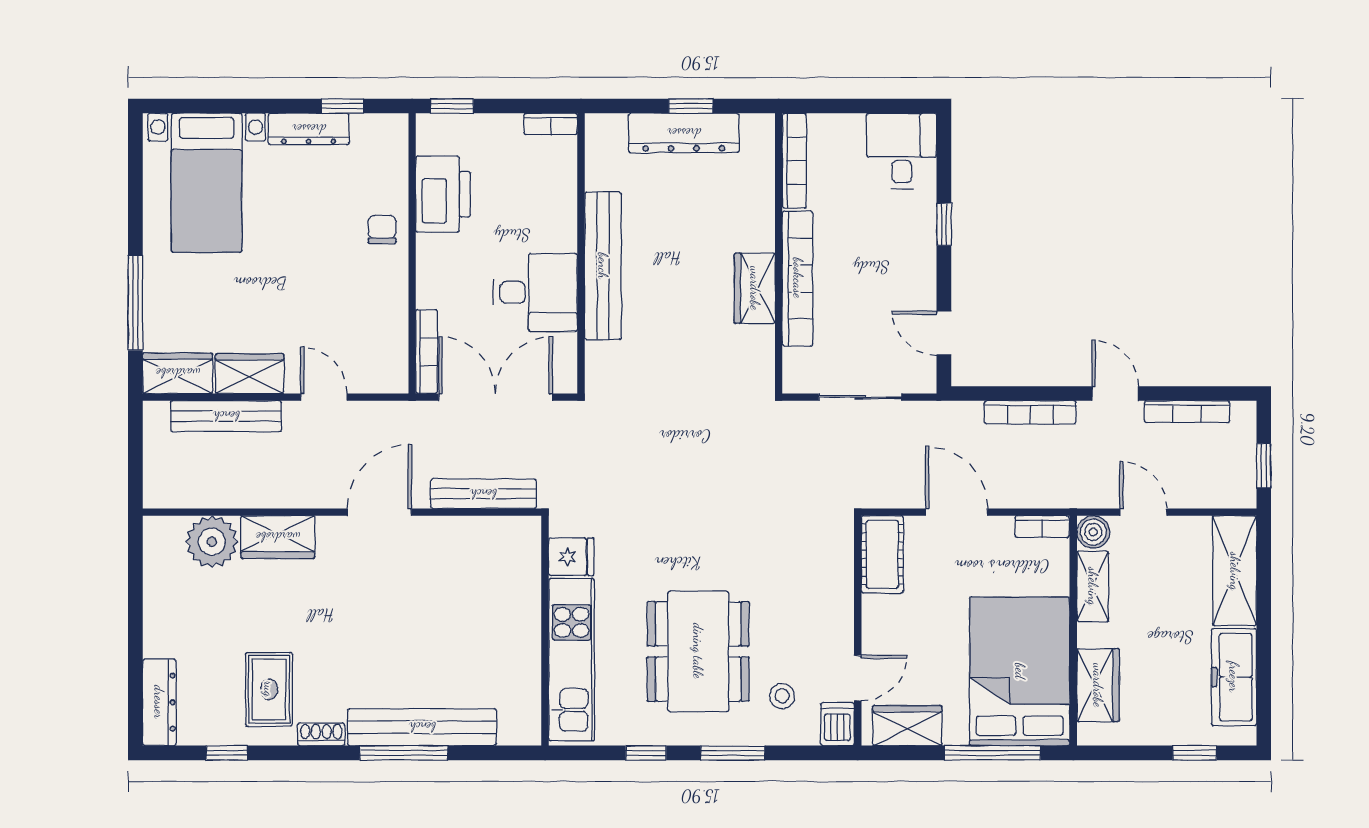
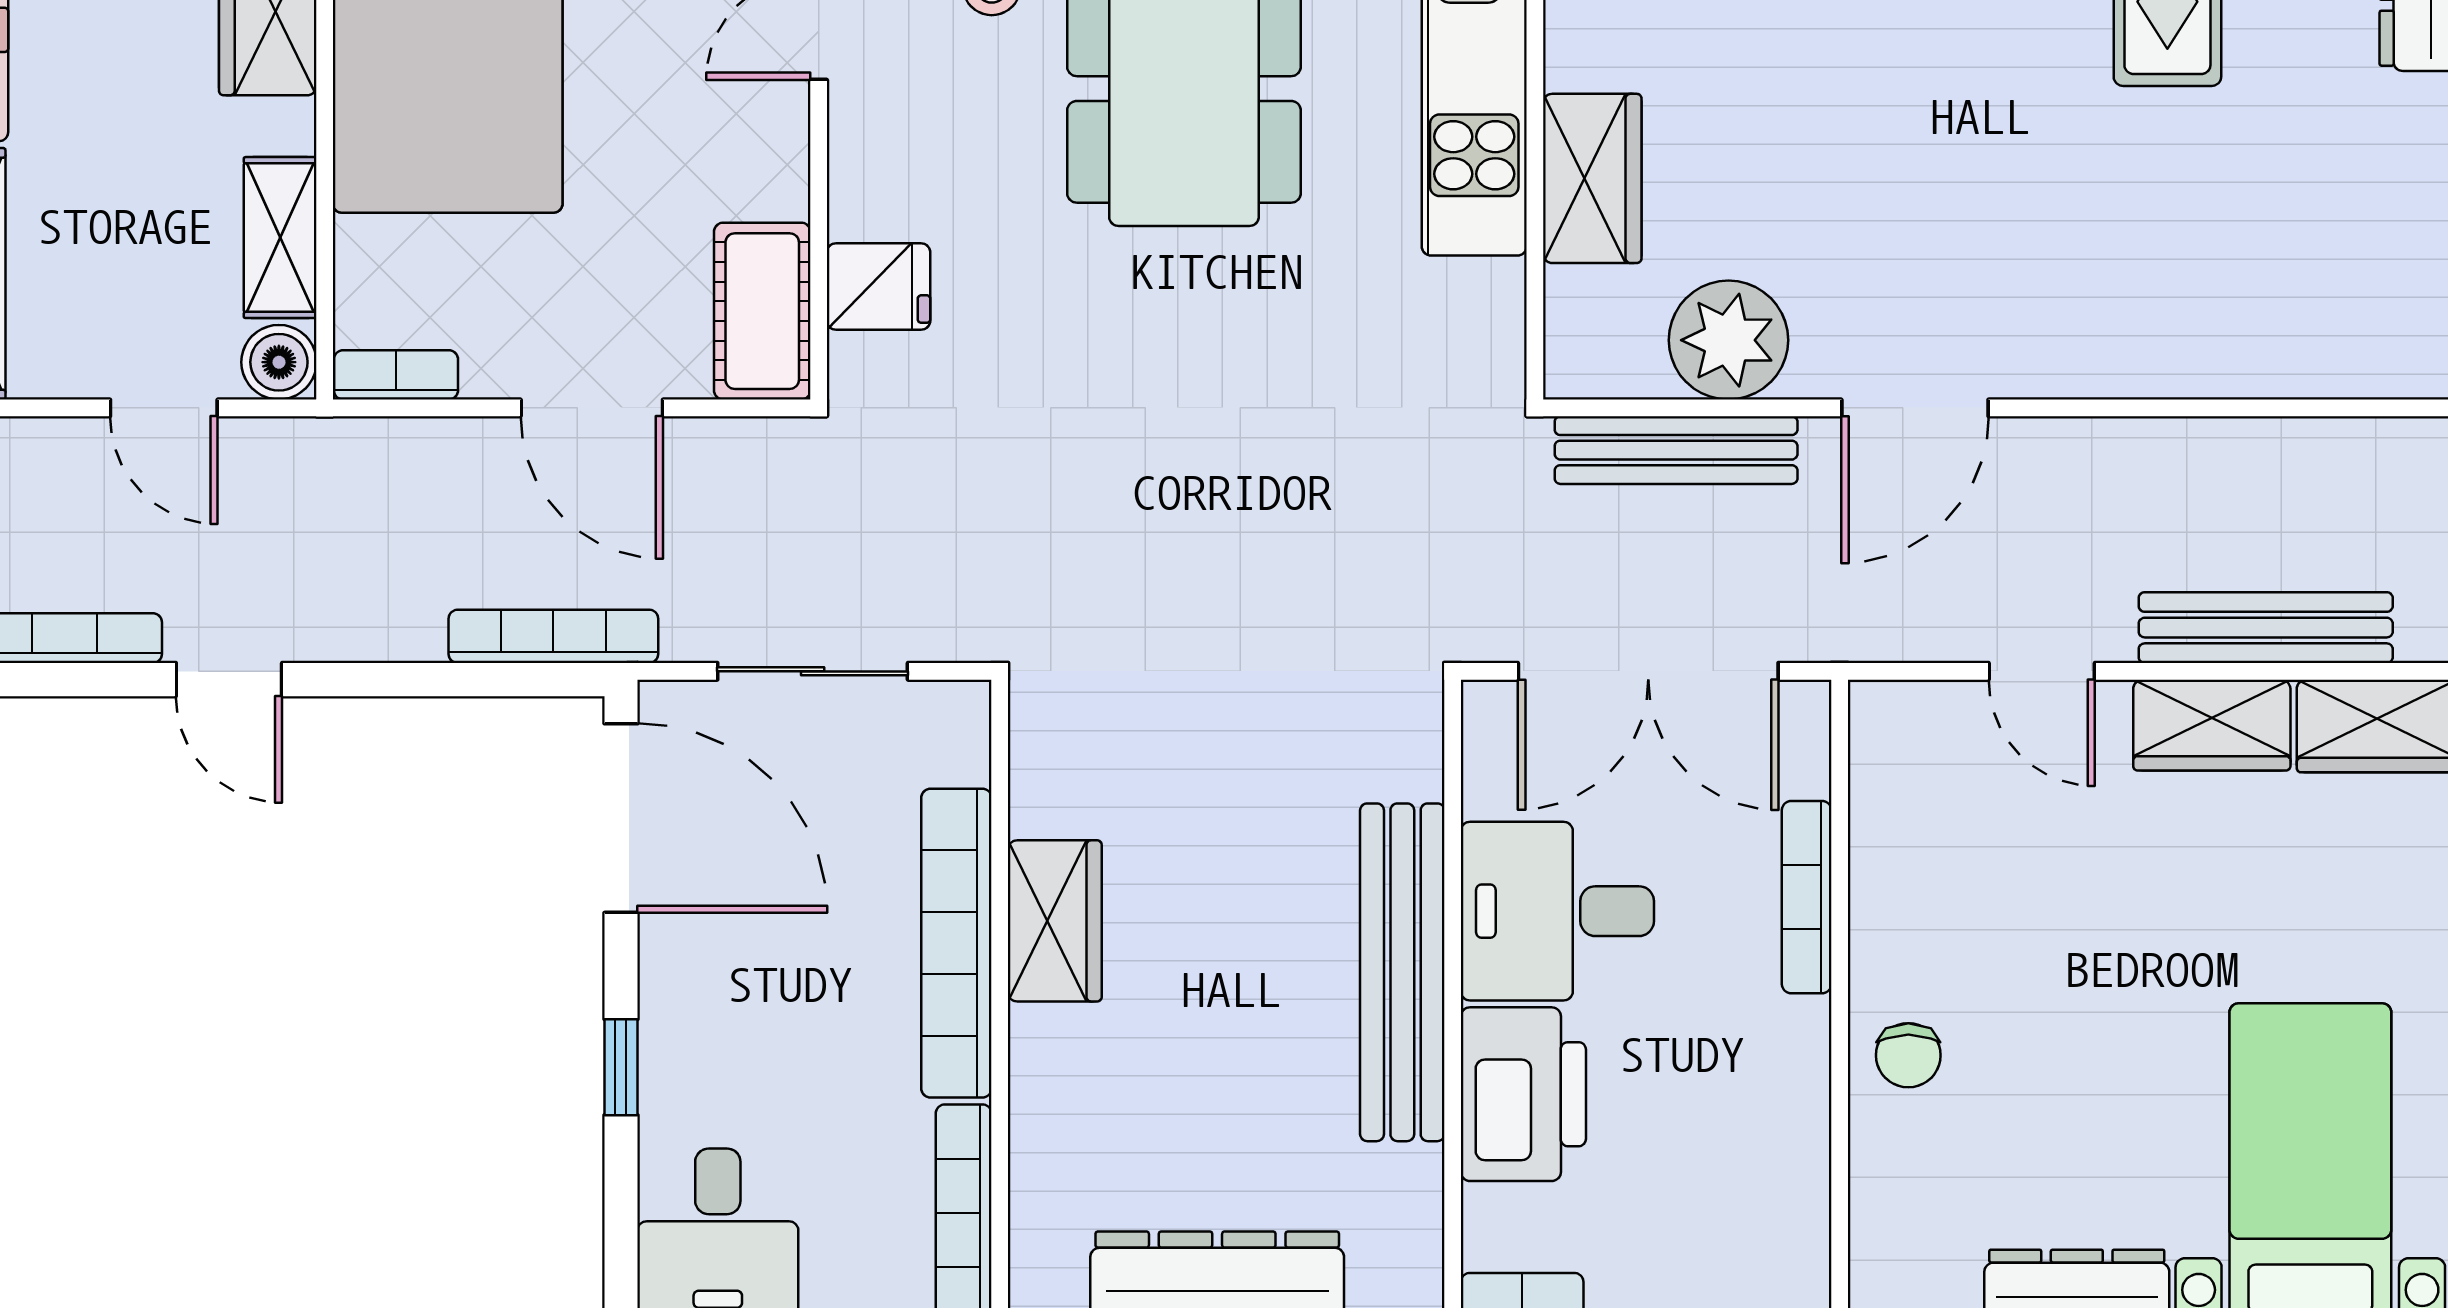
printer: (443, 194) -> (1523, 1094), moved, turned 180
door: (944, 333) -> (621, 818), width x1.88
bookcase: (426, 352) -> (1807, 897), moved
bookcase: (1030, 412) -> (553, 636), moved
wardrobe: (278, 537) -> (1592, 178), moved, turned 90
plant: (212, 542) -> (1728, 340), moved
fridge: (571, 557) -> (879, 287), moved, turned 180

